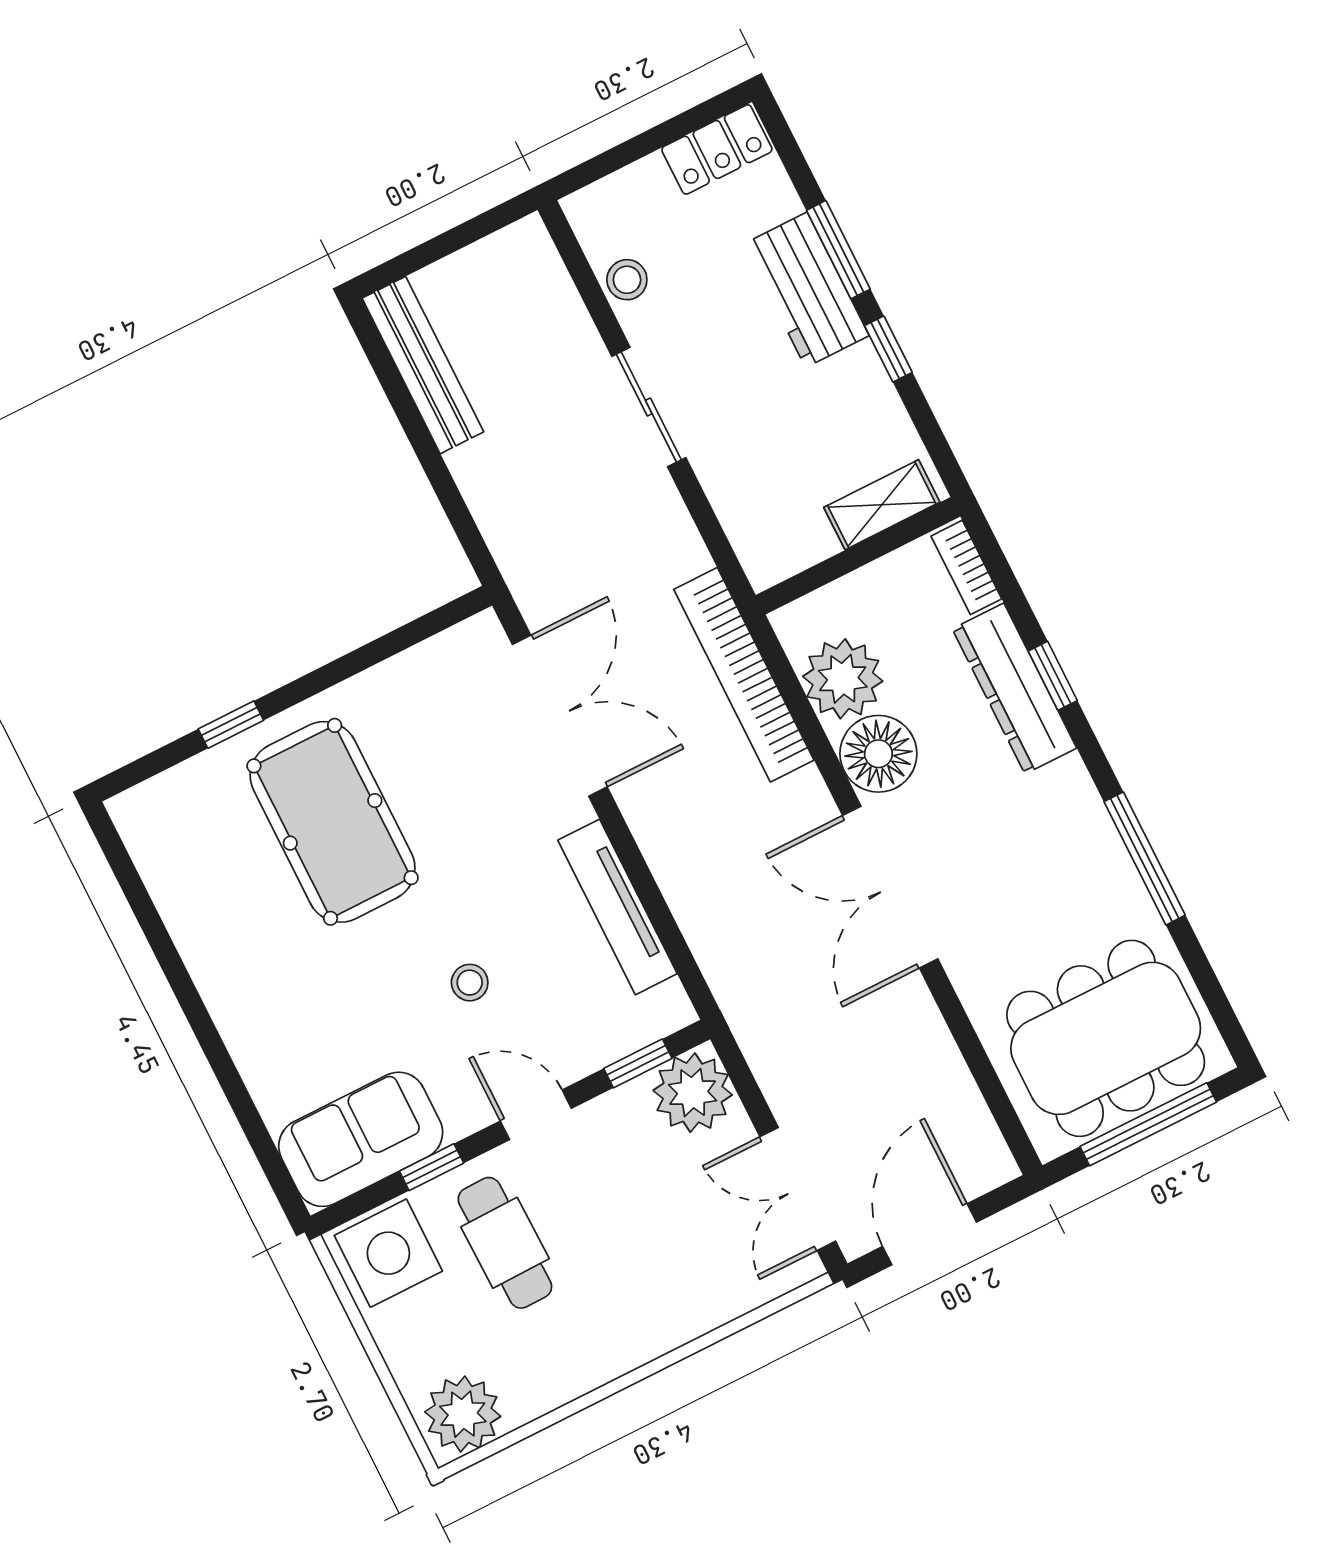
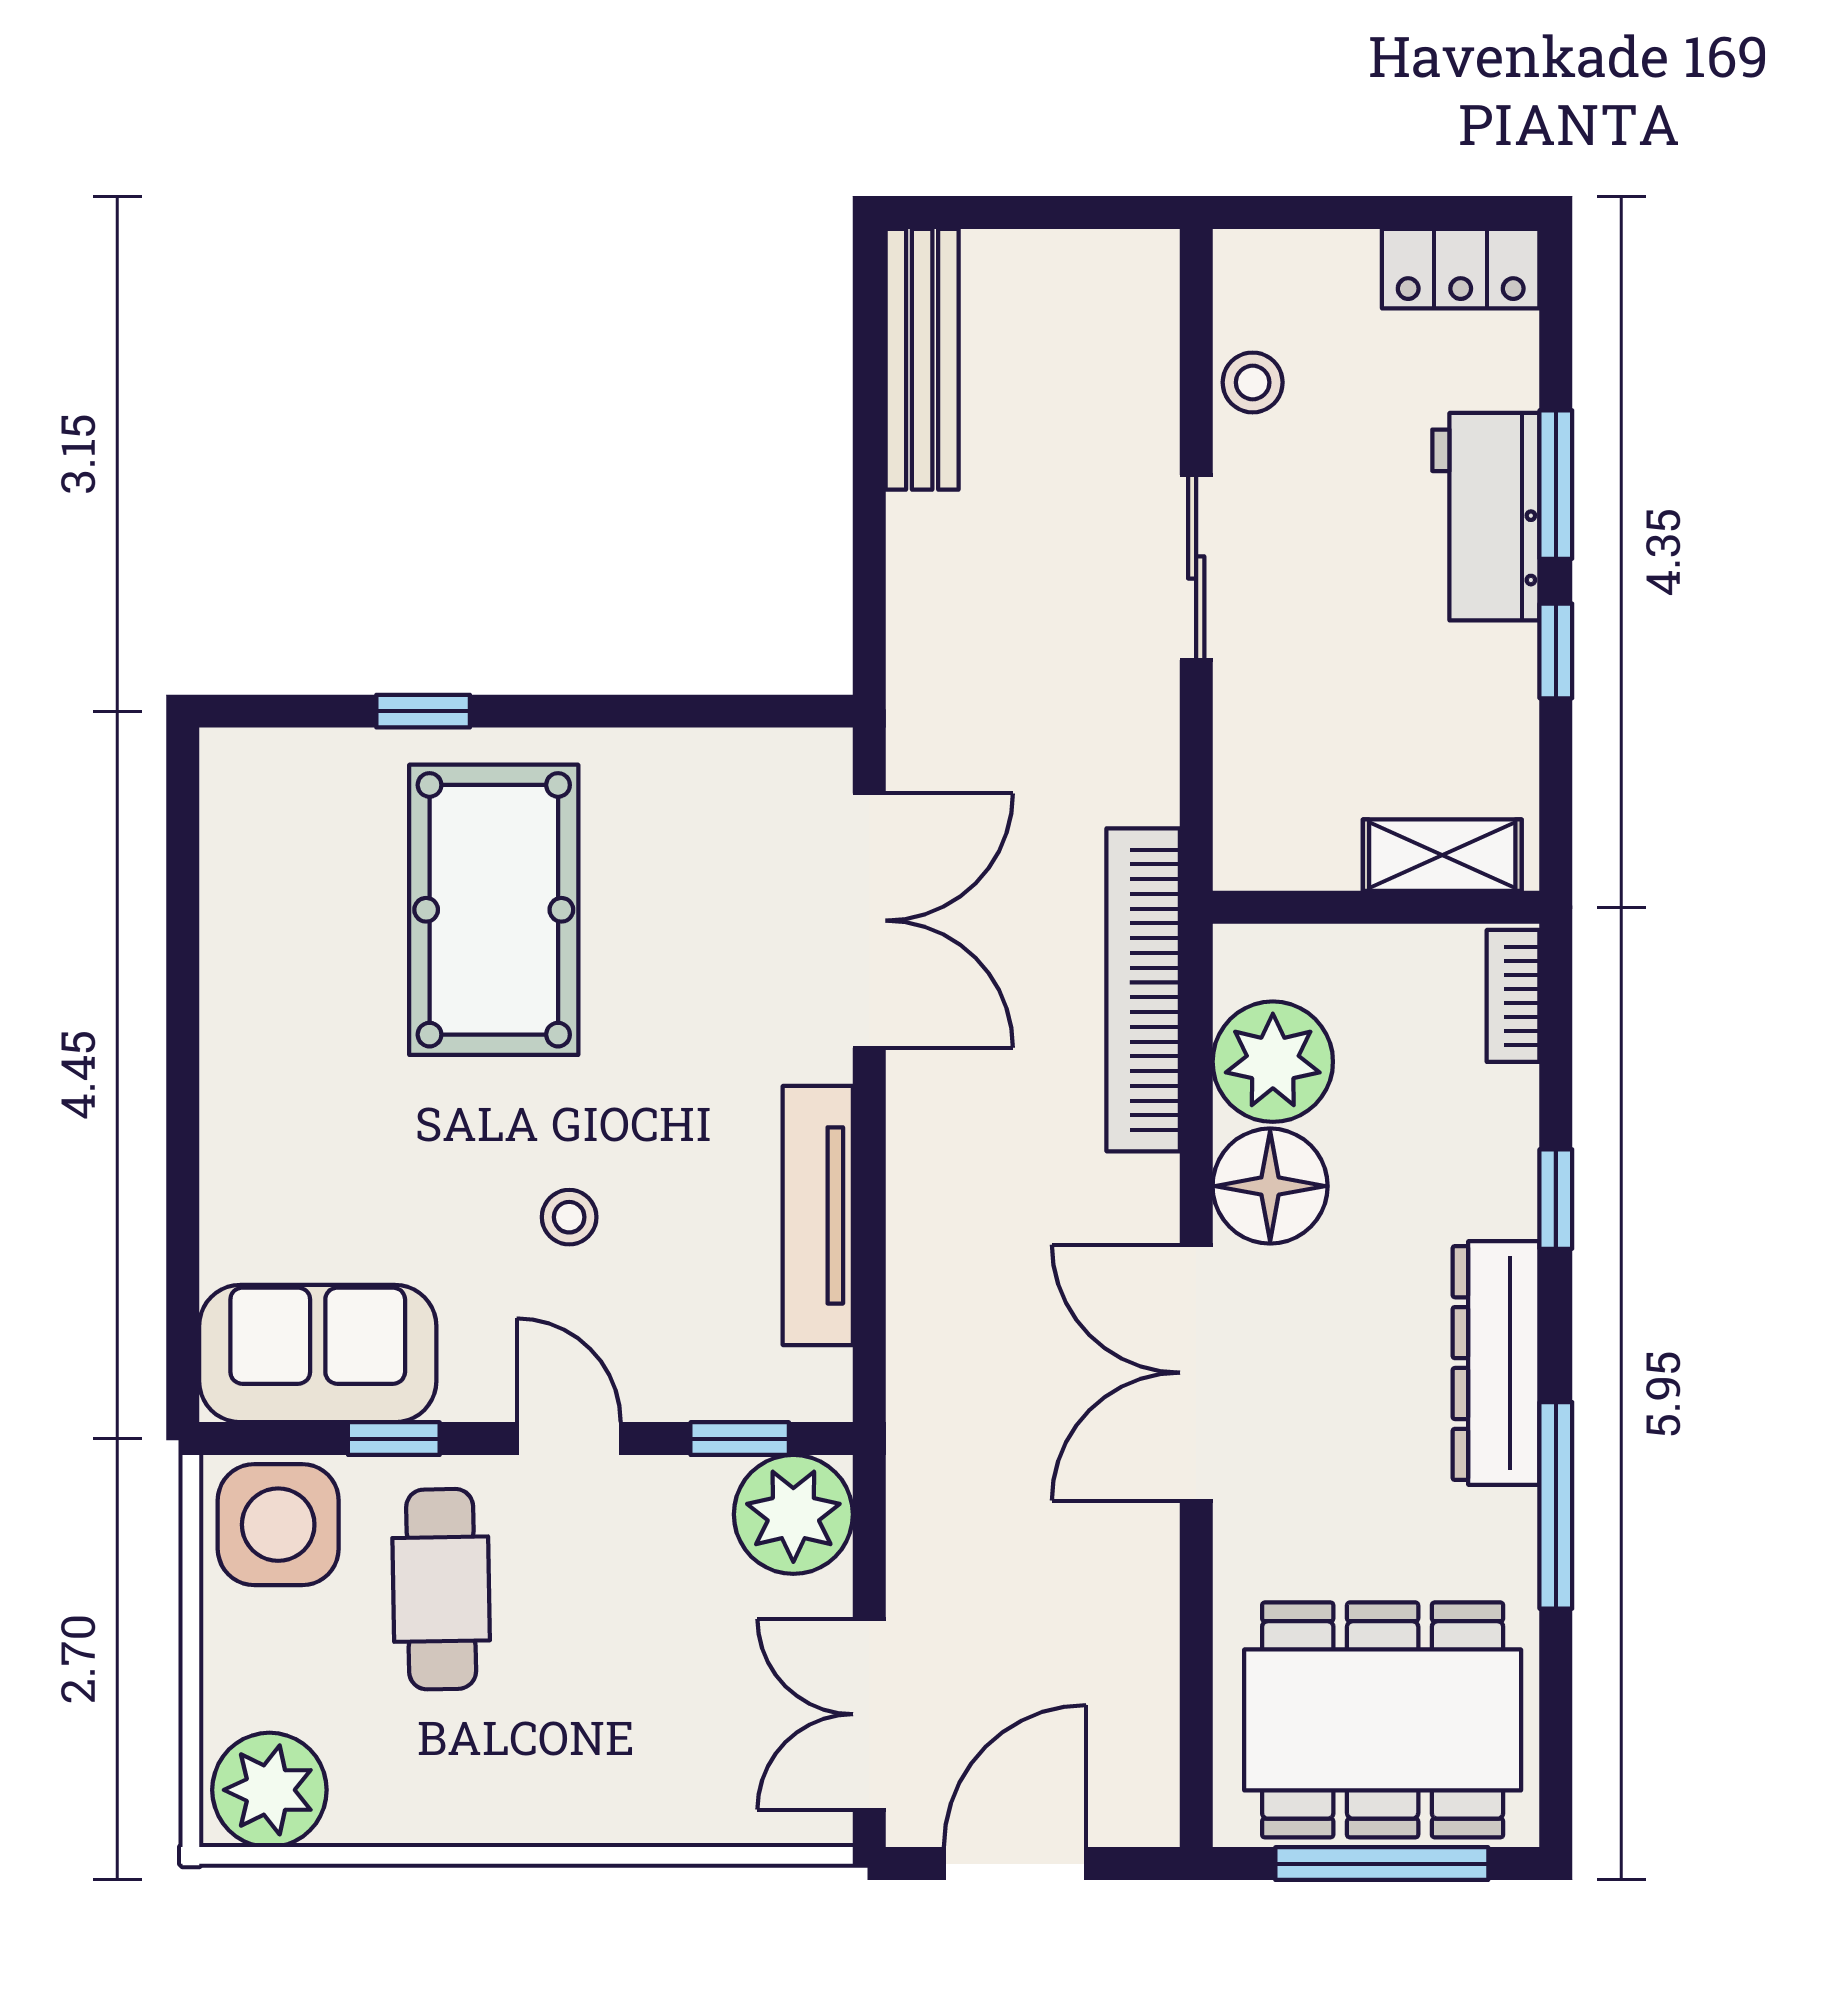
dresser: (1014, 688) -> (1496, 1363), moved

